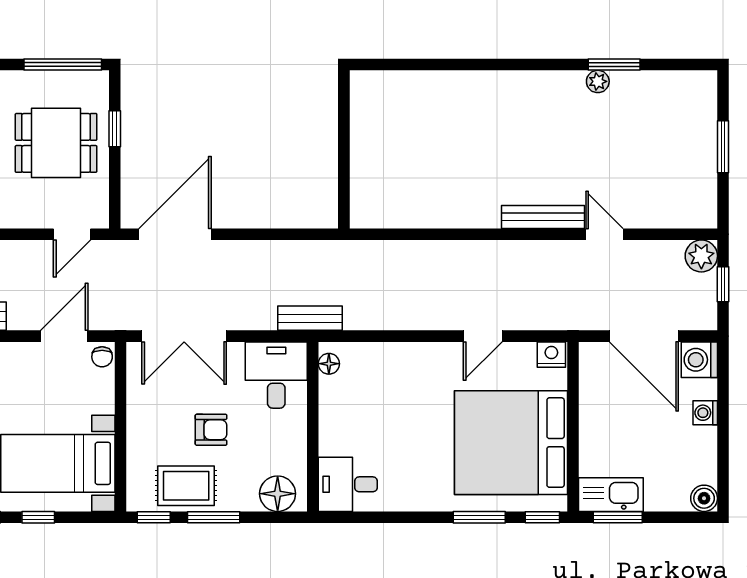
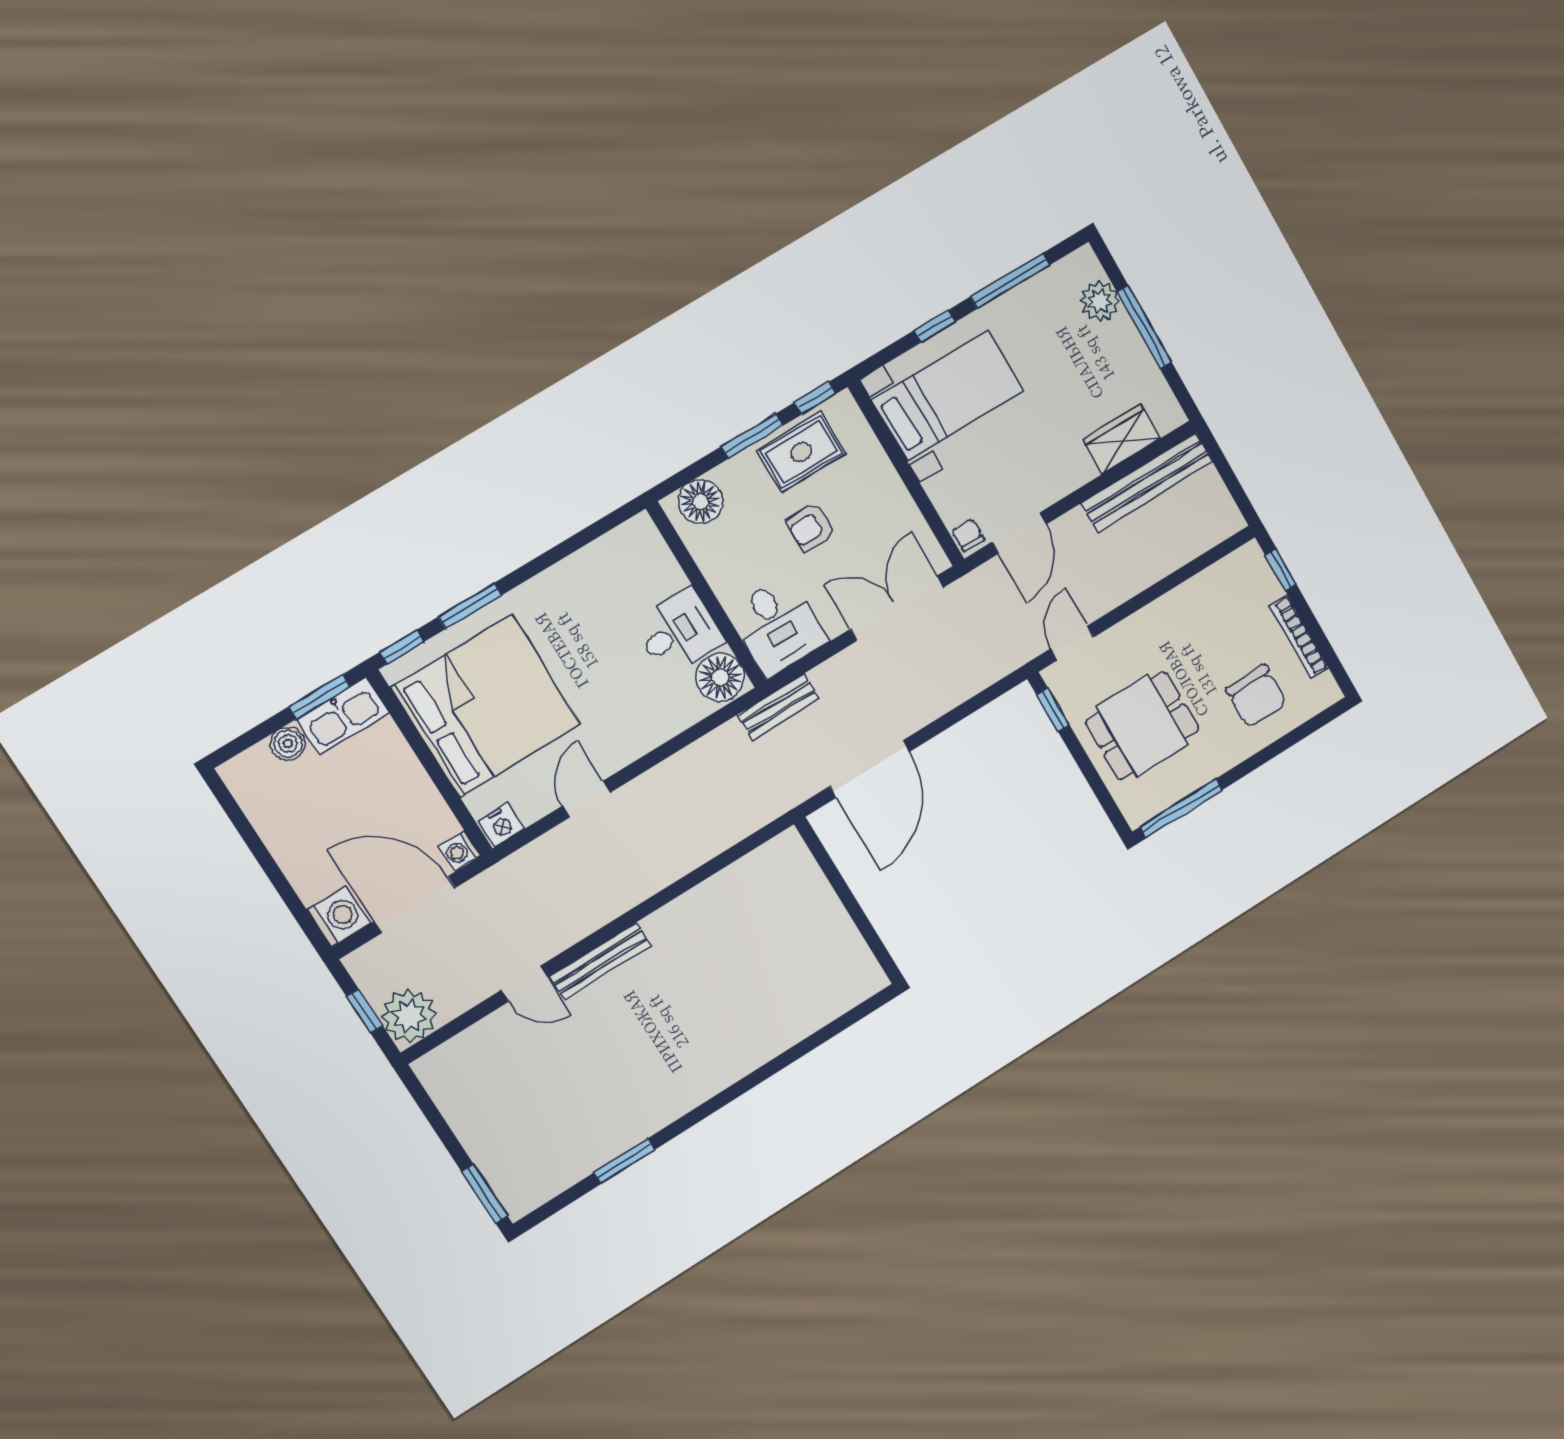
plant: (598, 81) -> (630, 1134), removed
window: (115, 129) -> (1053, 709), moved
window: (723, 147) -> (485, 1194), moved
door: (175, 234) -> (869, 769), moved
plant: (701, 256) -> (409, 1016), width x1.36, depth x1.36
floor lamp: (329, 364) -> (720, 677), width x1.89, depth x1.89
washing machine: (705, 413) -> (460, 851), moved, turned 180
desk: (348, 484) -> (679, 632), moved
boiler: (704, 498) -> (288, 744), moved

